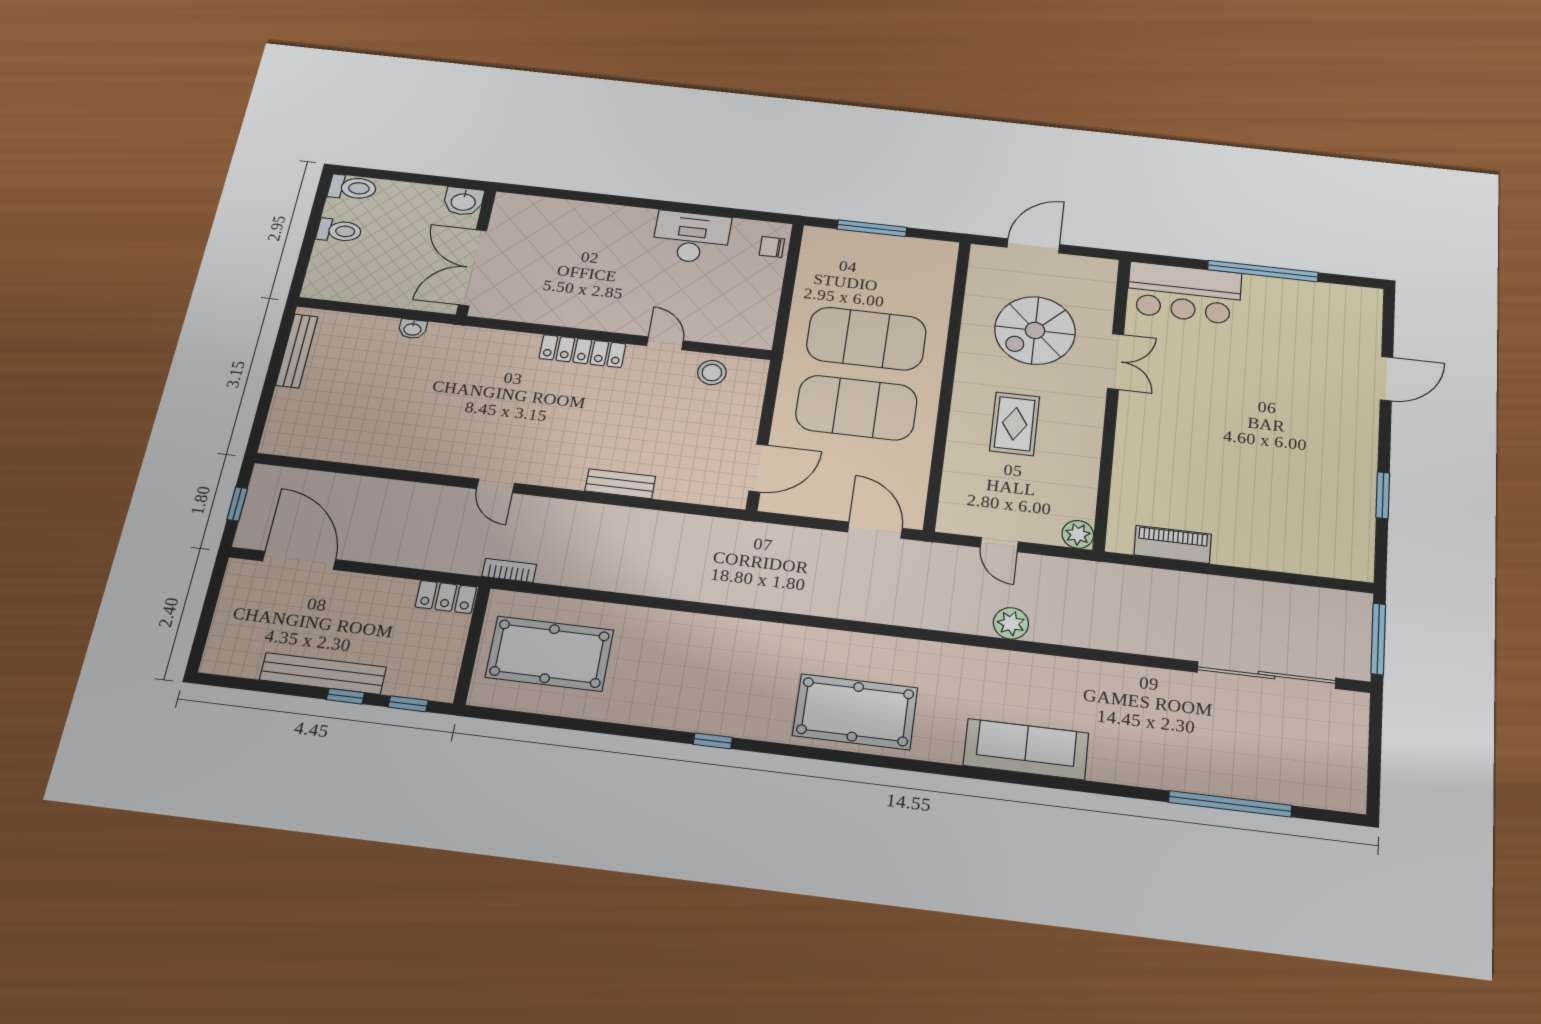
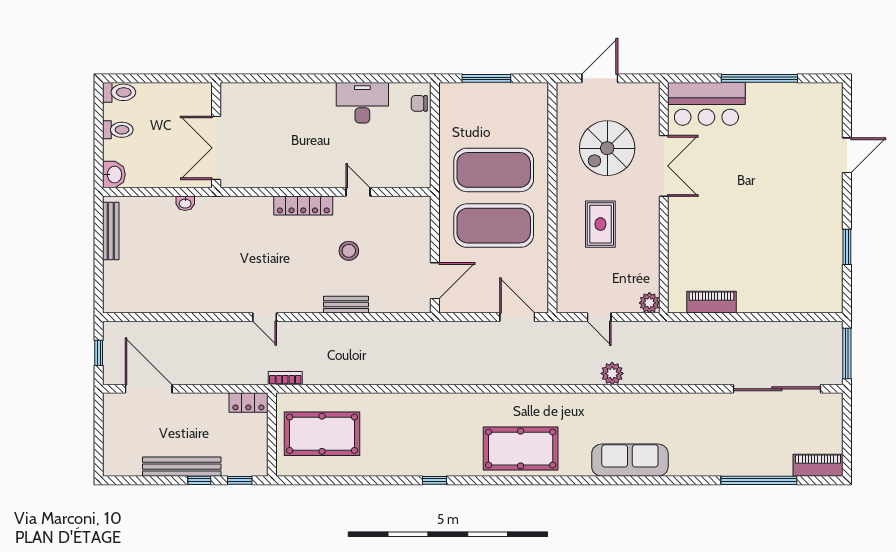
washbasin: (463, 201) -> (114, 175), moved, turned -90
double door: (1116, 361) -> (664, 166), width x1.37
stool: (712, 373) -> (349, 251), moved
piano: (1327, 793) -> (818, 465), added

